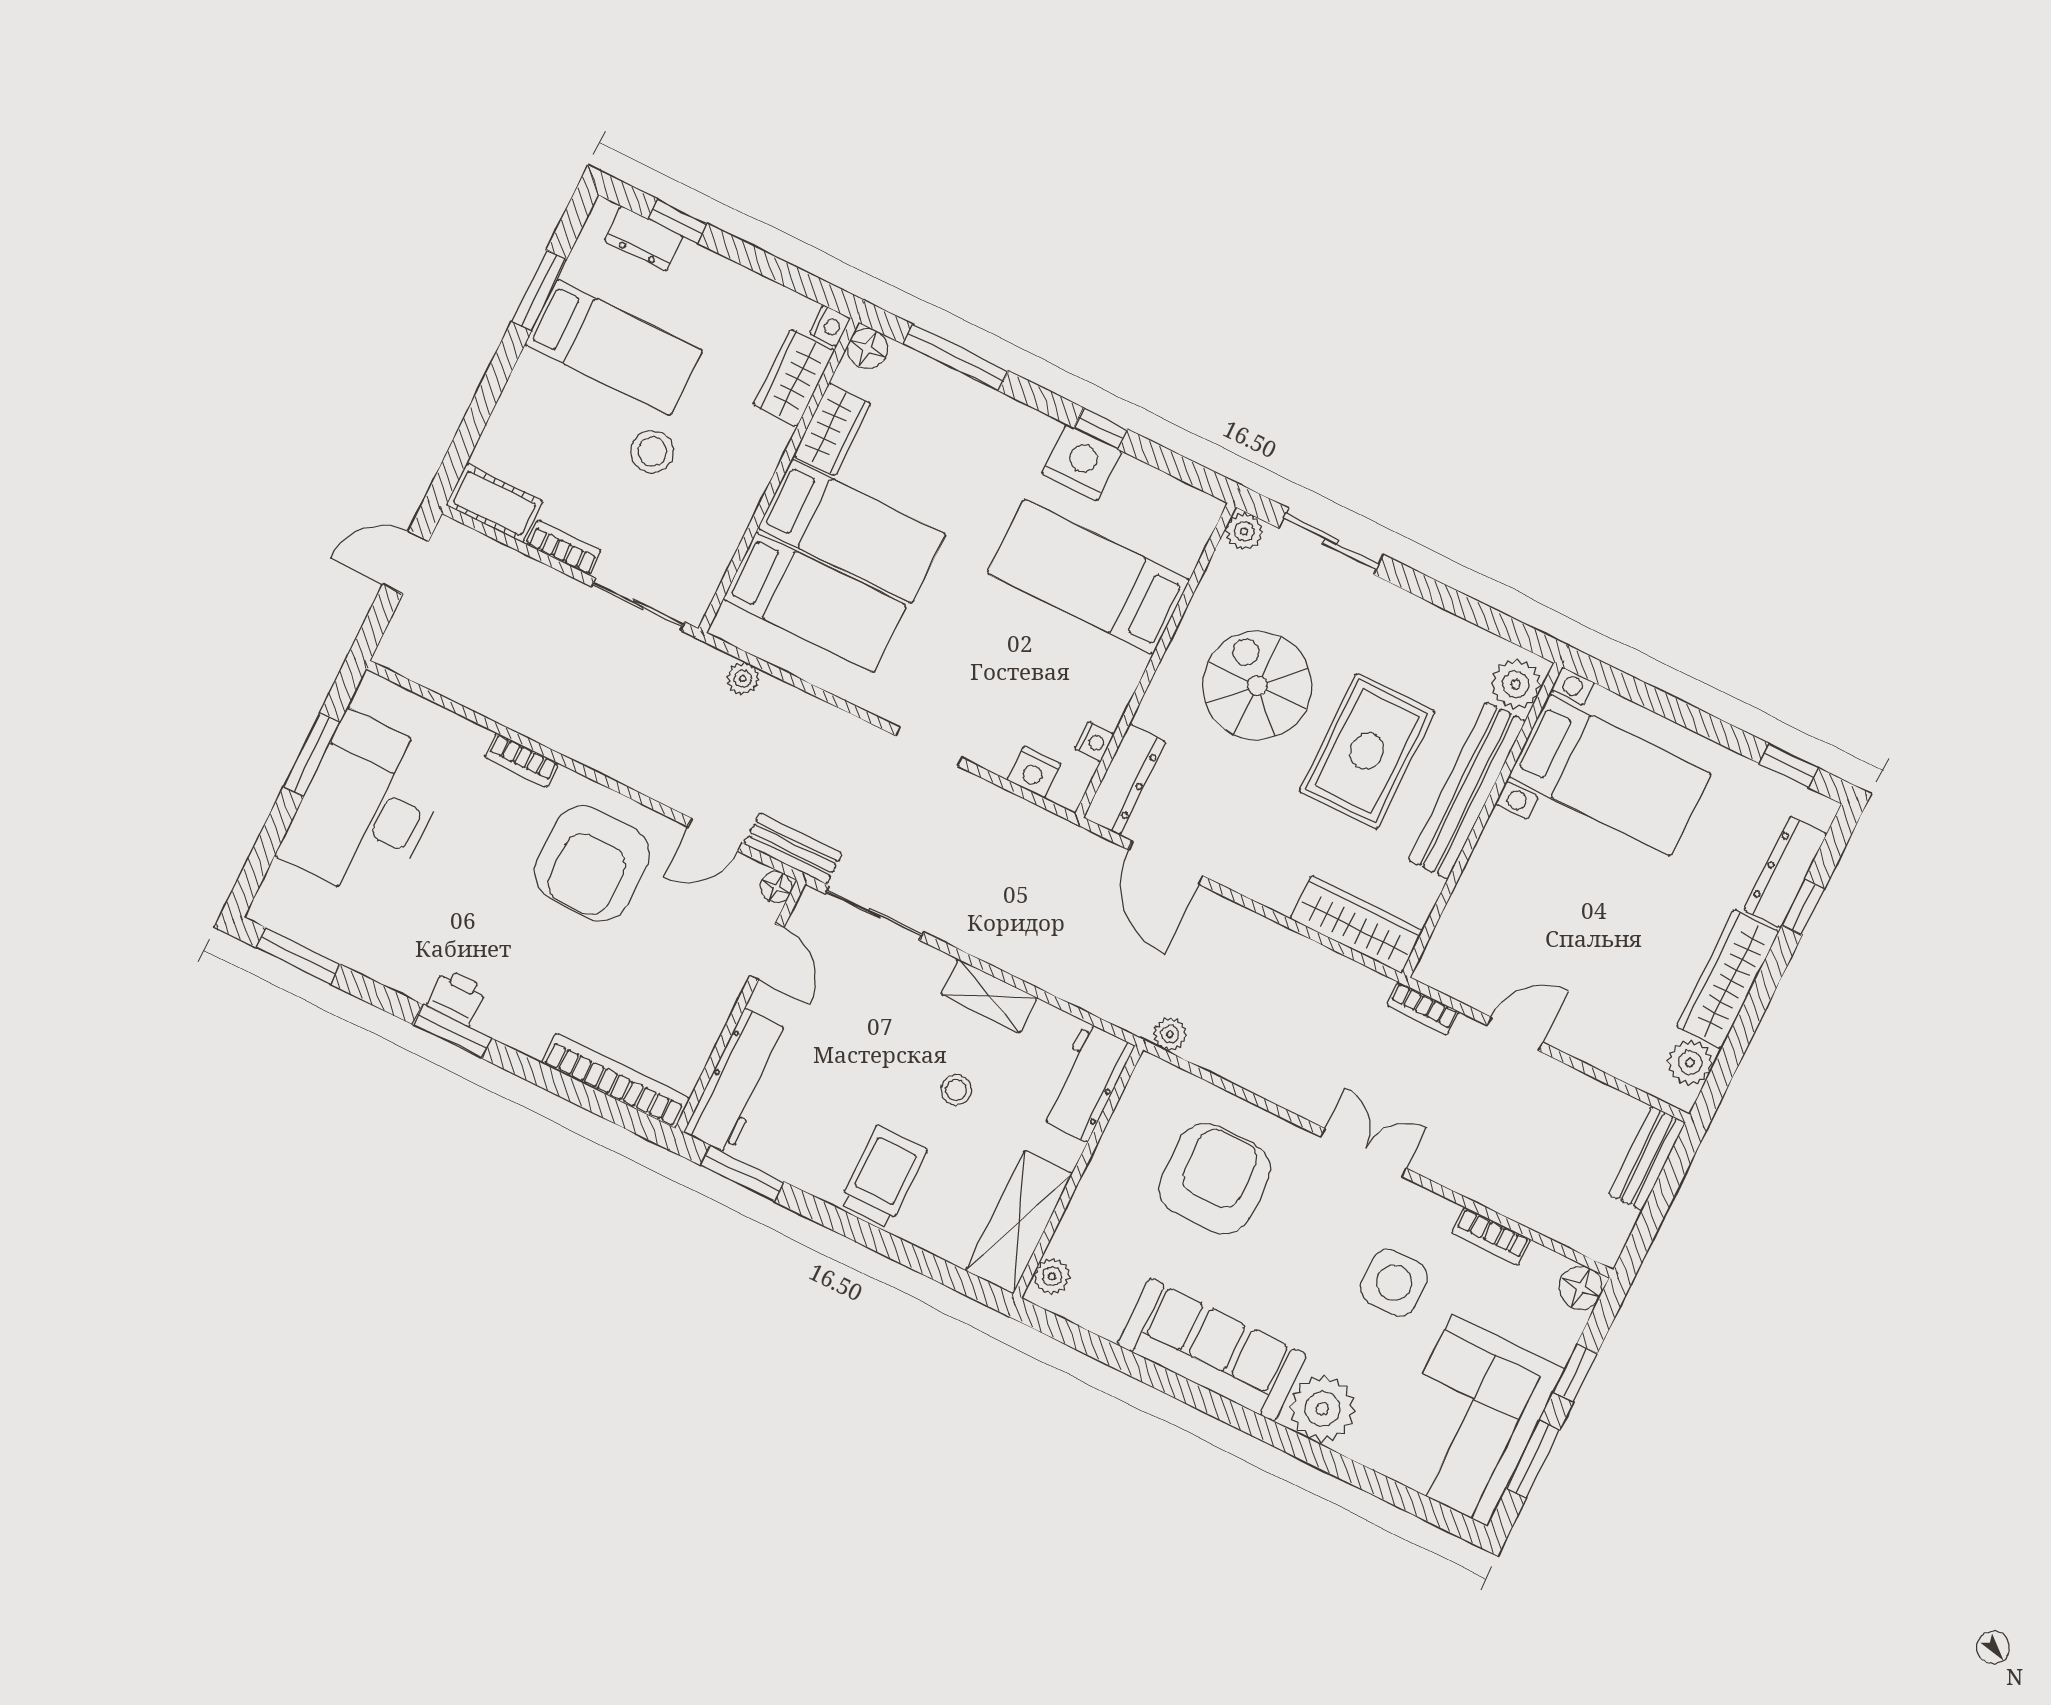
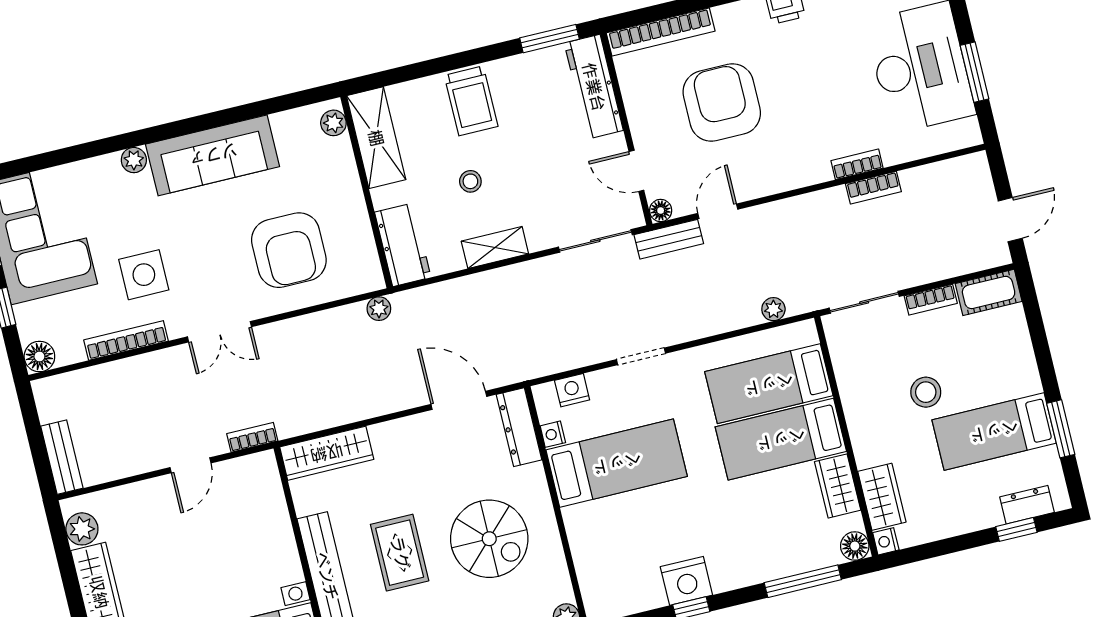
bed: (1089, 577) -> (617, 463), moved
bookcase: (525, 720) -> (873, 188), added
rug: (1367, 751) -> (400, 553), width x0.73, depth x0.70
armchair: (592, 863) -> (722, 102), moved
bookcase: (1491, 1236) -> (126, 340), width x1.56
plant: (1322, 1409) -> (134, 160), width x0.53, depth x0.53

